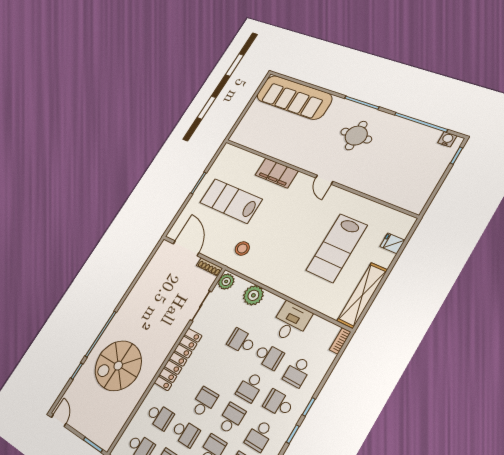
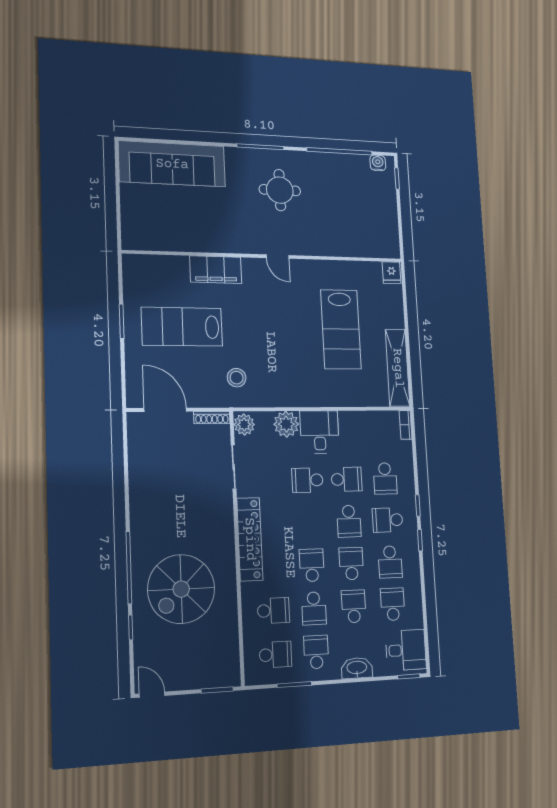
fridge: (392, 243) -> (392, 273), moved, turned -90
desk: (291, 322) -> (320, 432), moved
school desk: (185, 433) -> (314, 608), turned 90

